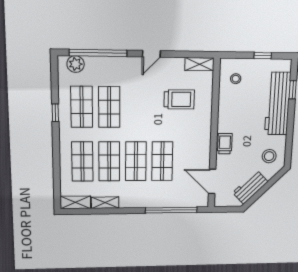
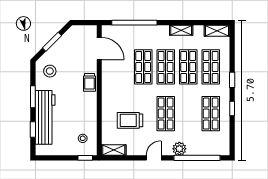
window: (263, 56) -> (85, 158), moved
plant: (76, 64) -> (179, 149), moved
shop shelf: (109, 107) -> (166, 114), moved
window: (290, 127) -> (33, 97), added
window: (56, 147) -> (232, 80), added
workbench: (250, 187) -> (65, 43), removed
window: (265, 188) -> (52, 42), added
shelving: (105, 203) -> (181, 30), moved

